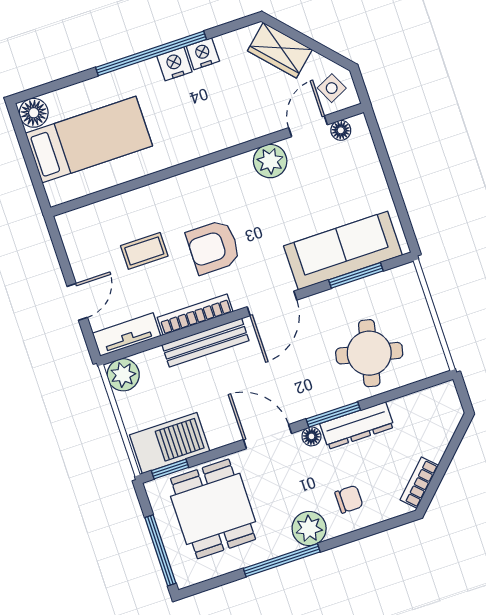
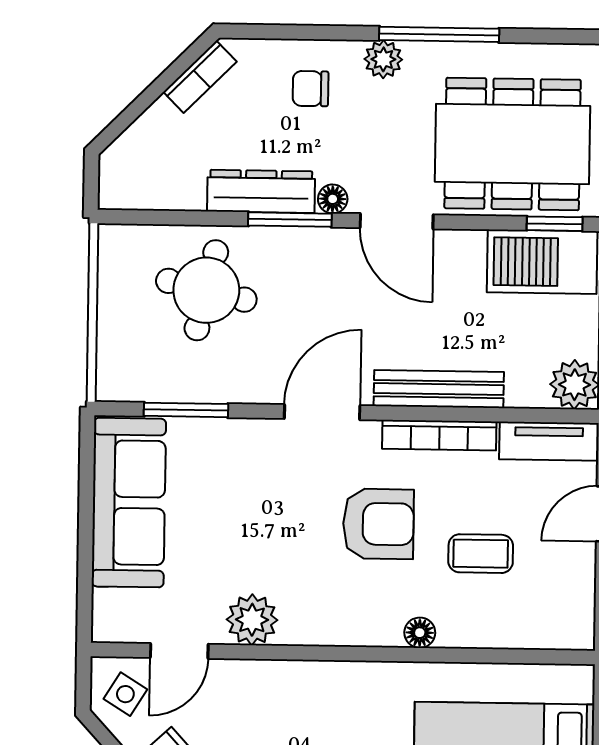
side table: (332, 88) -> (125, 694), turned -32
floor lamp: (341, 130) -> (420, 633), moved
sofa: (343, 251) -> (129, 503), moved, turned -90
dining table: (213, 509) -> (513, 144), width x1.37
plant: (309, 529) -> (383, 59), width x0.73, depth x0.73

